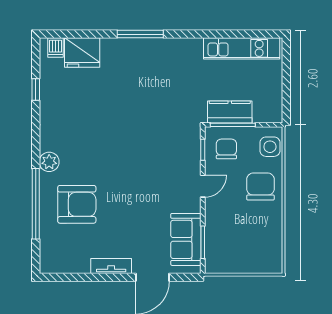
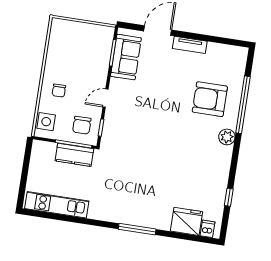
chair: (260, 187) -> (59, 91), width x0.54, depth x0.54

